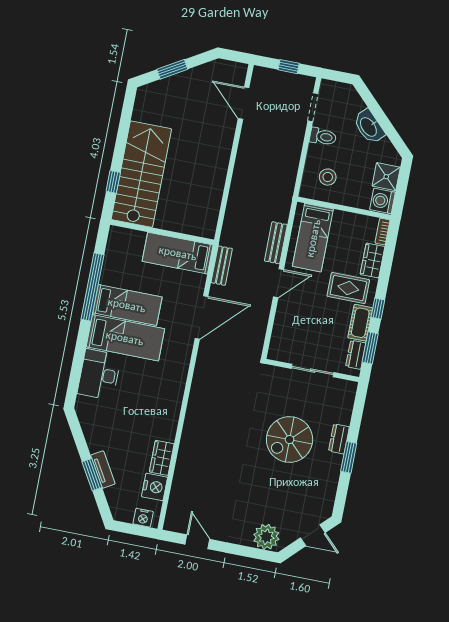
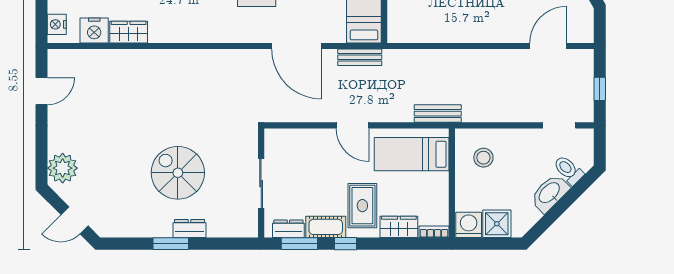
toilet: (323, 137) -> (568, 170), moved, turned 135
bench: (276, 243) -> (438, 114), moved
door: (313, 535) -> (75, 220), hinge flipped

